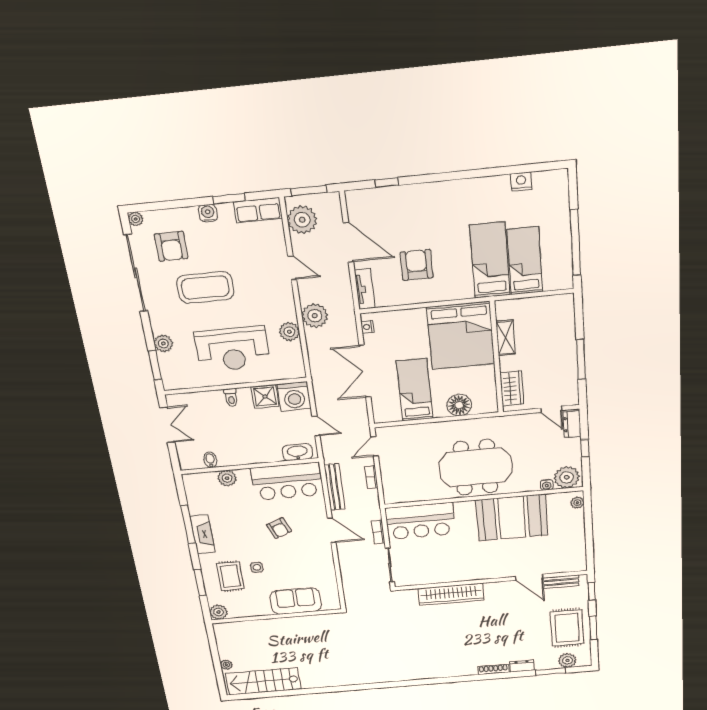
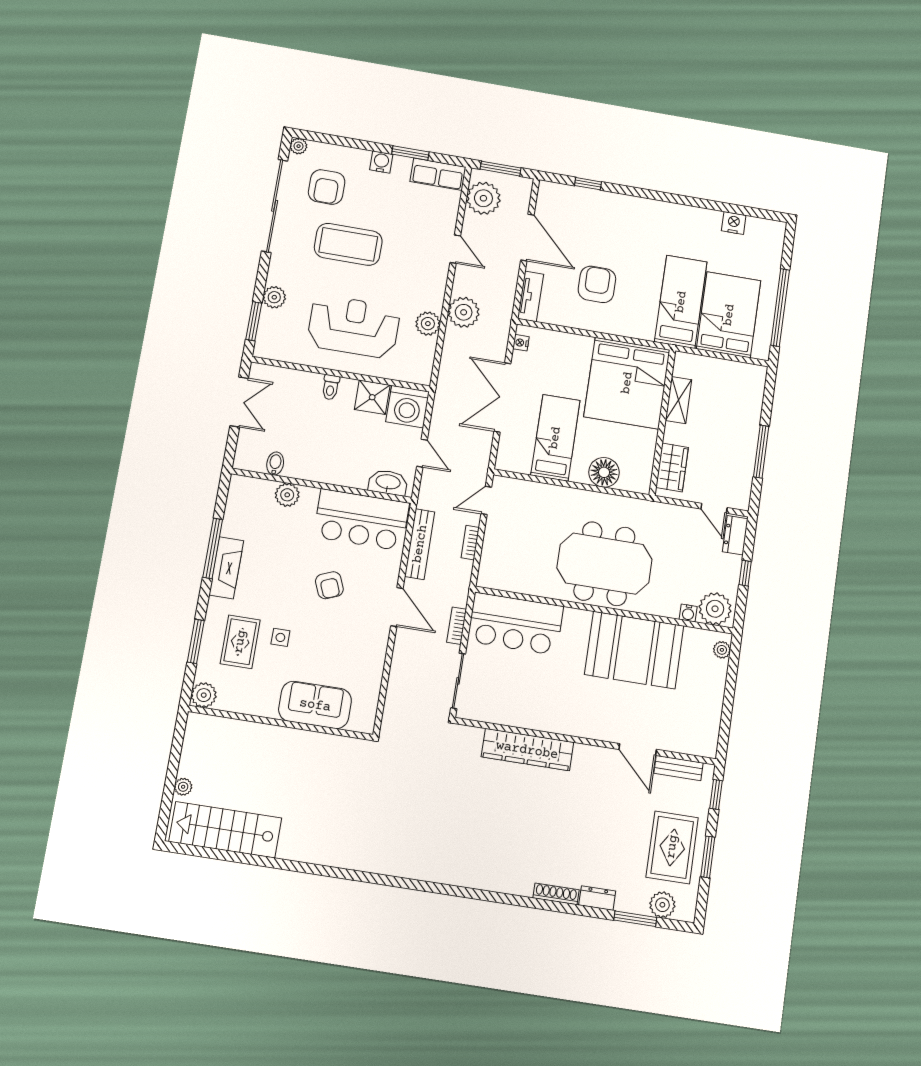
bed: (525, 261) -> (729, 315), width x1.50
reception desk: (232, 349) -> (354, 327), turned 180

